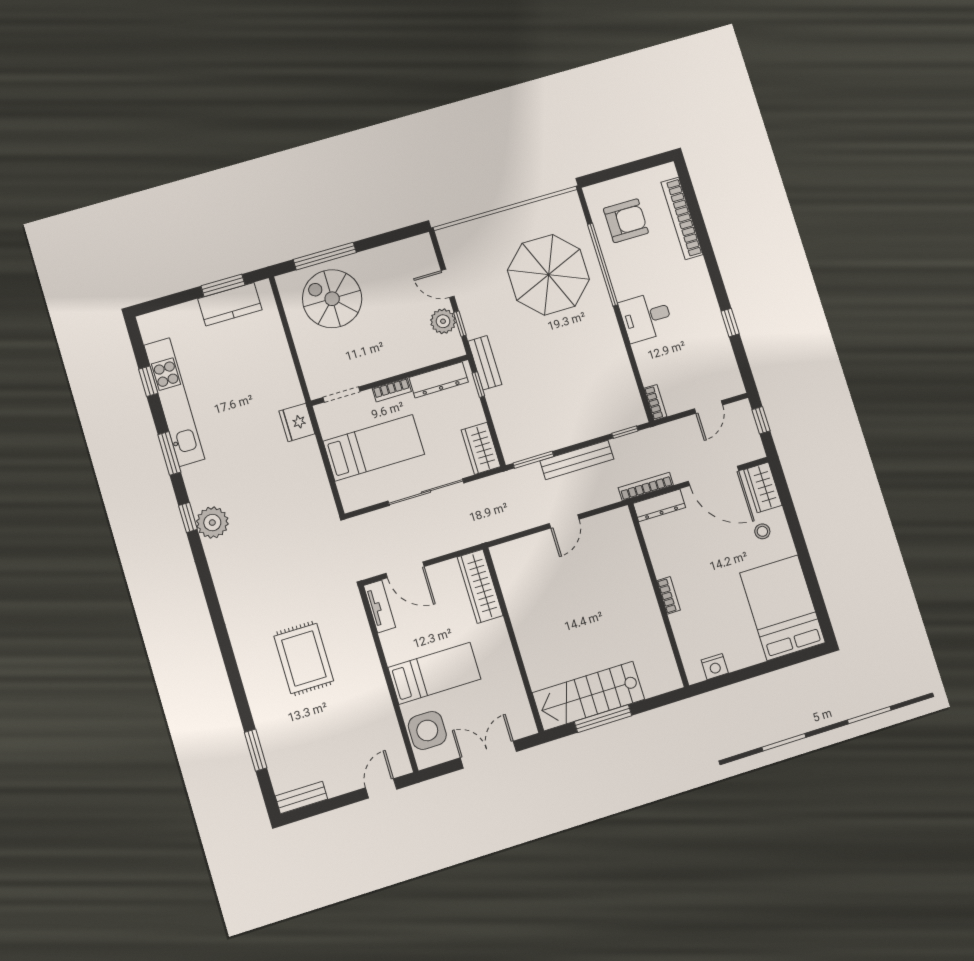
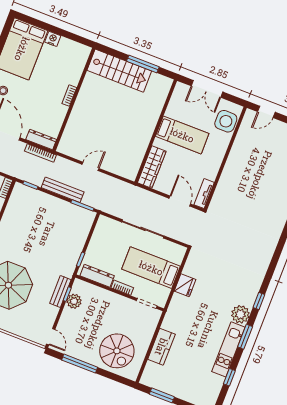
window: (325, 256) -> (80, 364), moved
door: (448, 283) -> (51, 337), moved
kitchen counter: (230, 304) -> (161, 347), moved, turned 90
bench: (485, 363) -> (60, 291), moved
kitchen unit: (174, 402) -> (228, 349), width x0.73
fridge: (297, 422) -> (185, 285), moved
wardrobe: (481, 448) -> (102, 229), removed
plant: (212, 523) -> (240, 314), moved
rug: (304, 658) -> (256, 197), removed
nightstand: (715, 667) -> (53, 39), moved
bed: (434, 673) -> (182, 135), moved, turned 180
stairs: (588, 696) -> (119, 71), moved

